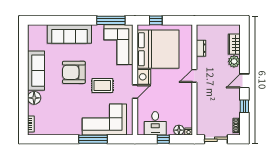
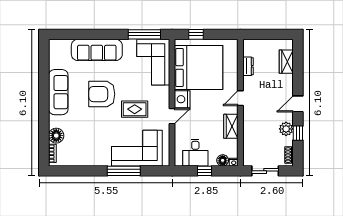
plant: (234, 61) -> (286, 129), moved
floor lamp: (34, 98) -> (56, 136), moved
wardrobe: (186, 100) -> (231, 126), added

